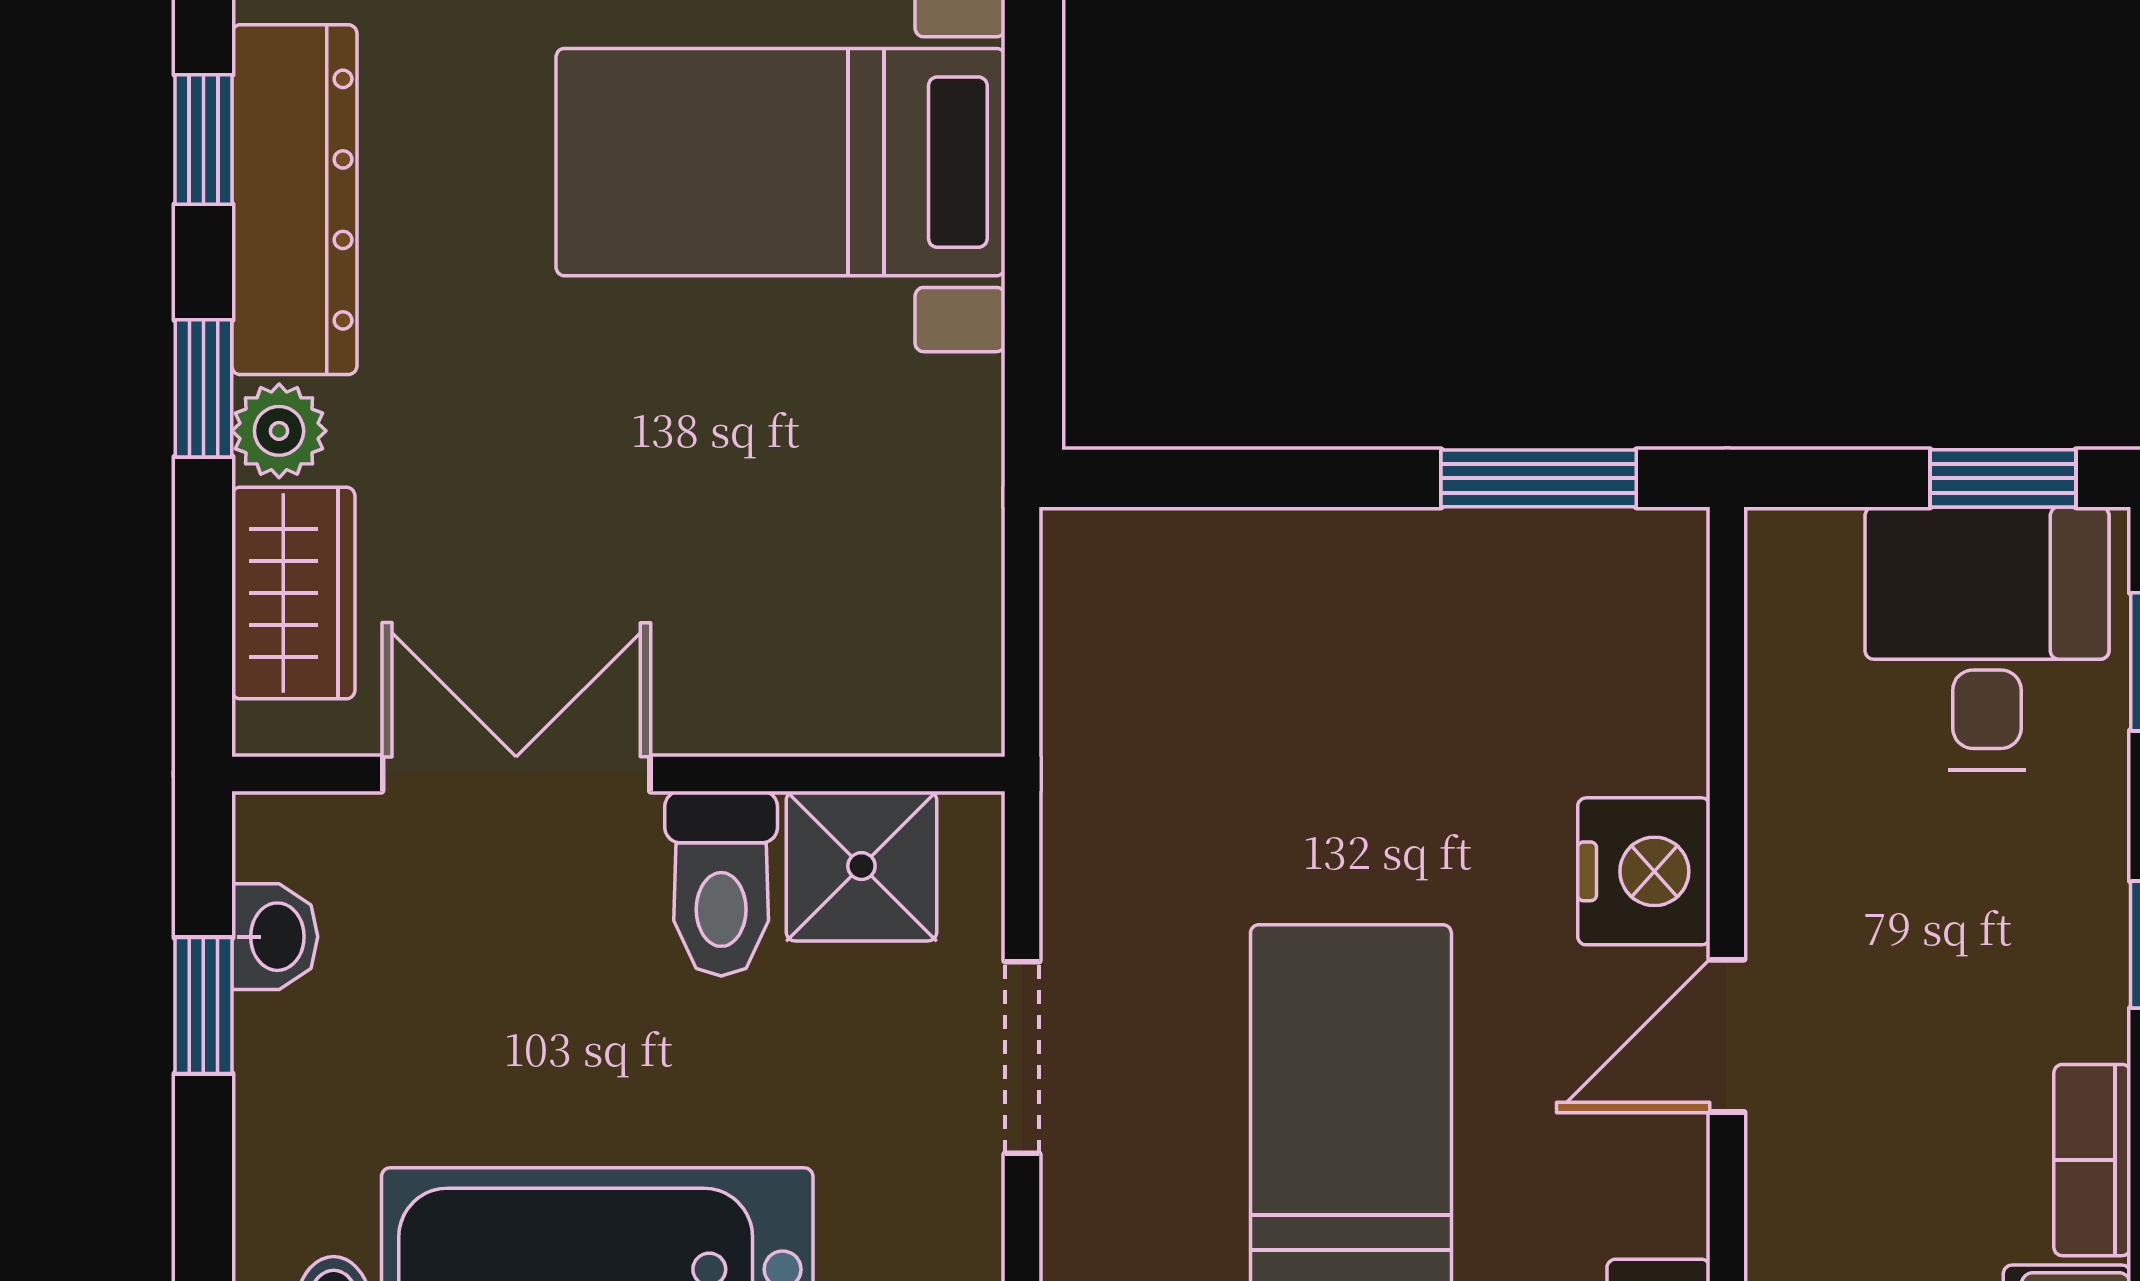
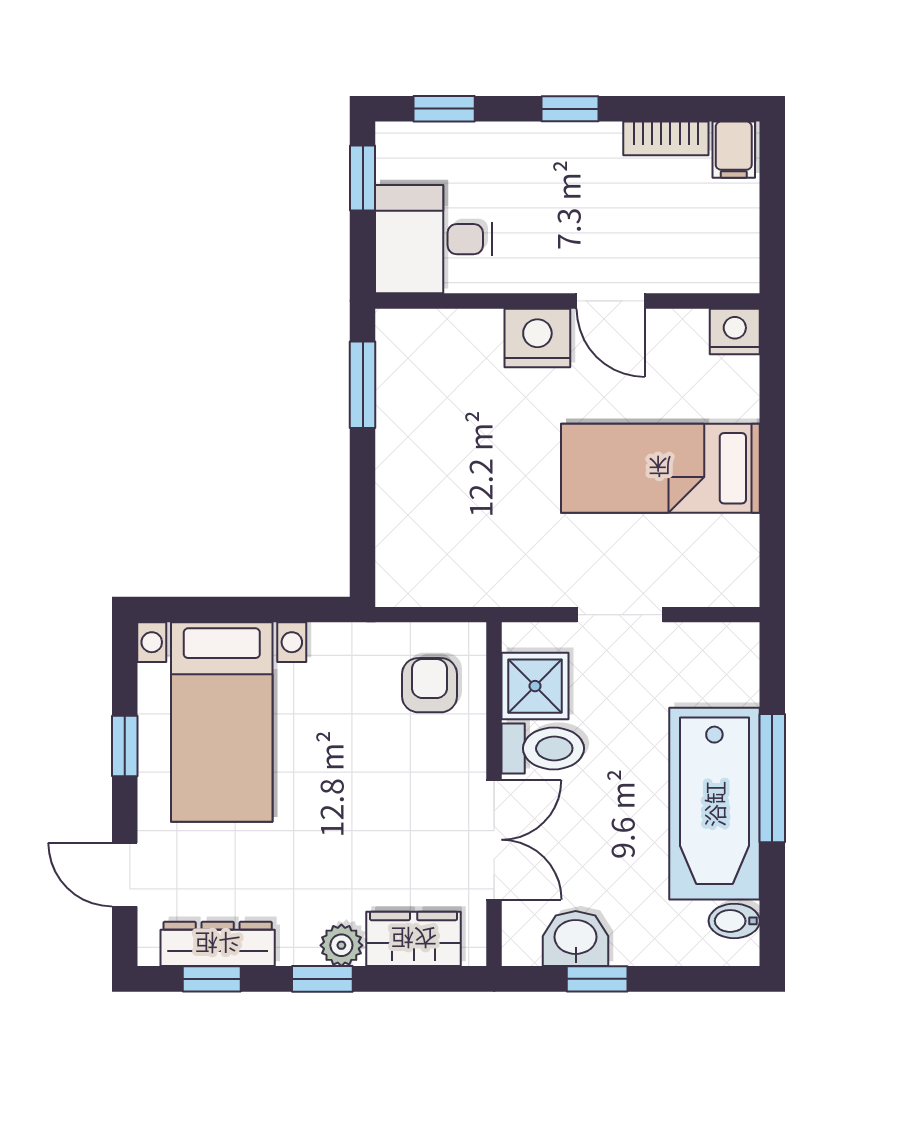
dresser: (294, 200) -> (218, 944), width x0.73, depth x0.80
armchair: (864, 629) -> (430, 685), added
desk: (1987, 638) -> (434, 239), moved
double door: (516, 774) -> (494, 840), swing flipped
washbasin: (275, 937) -> (576, 939), width x1.38, depth x1.45

